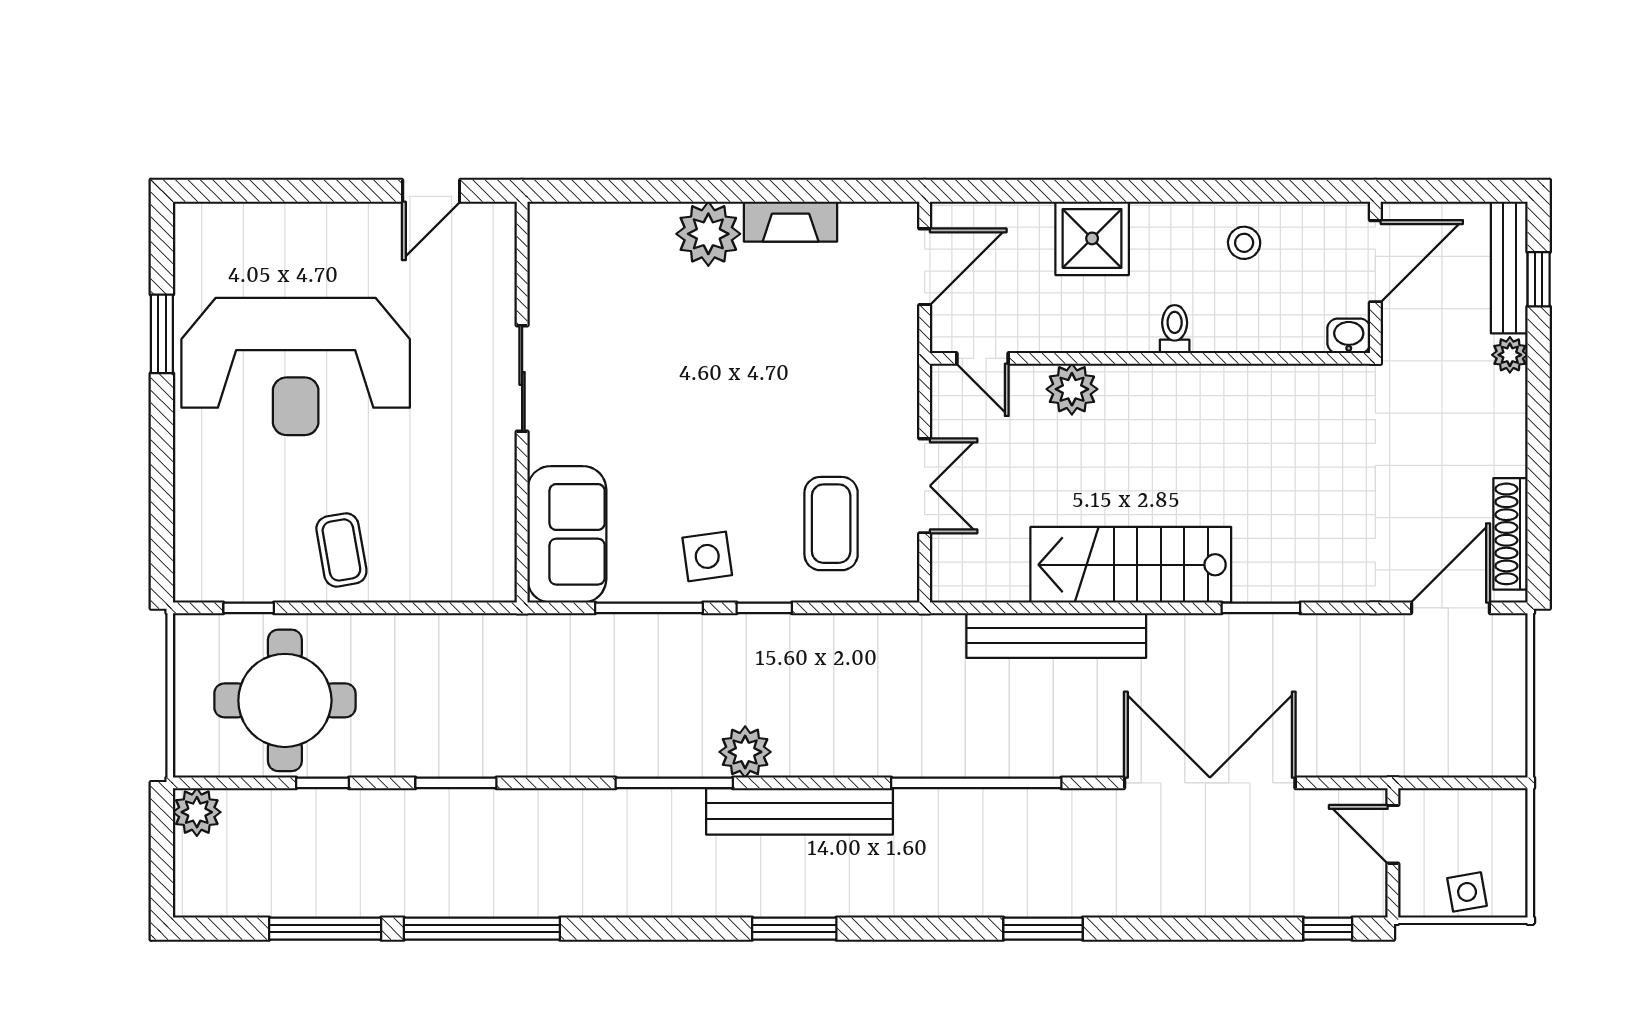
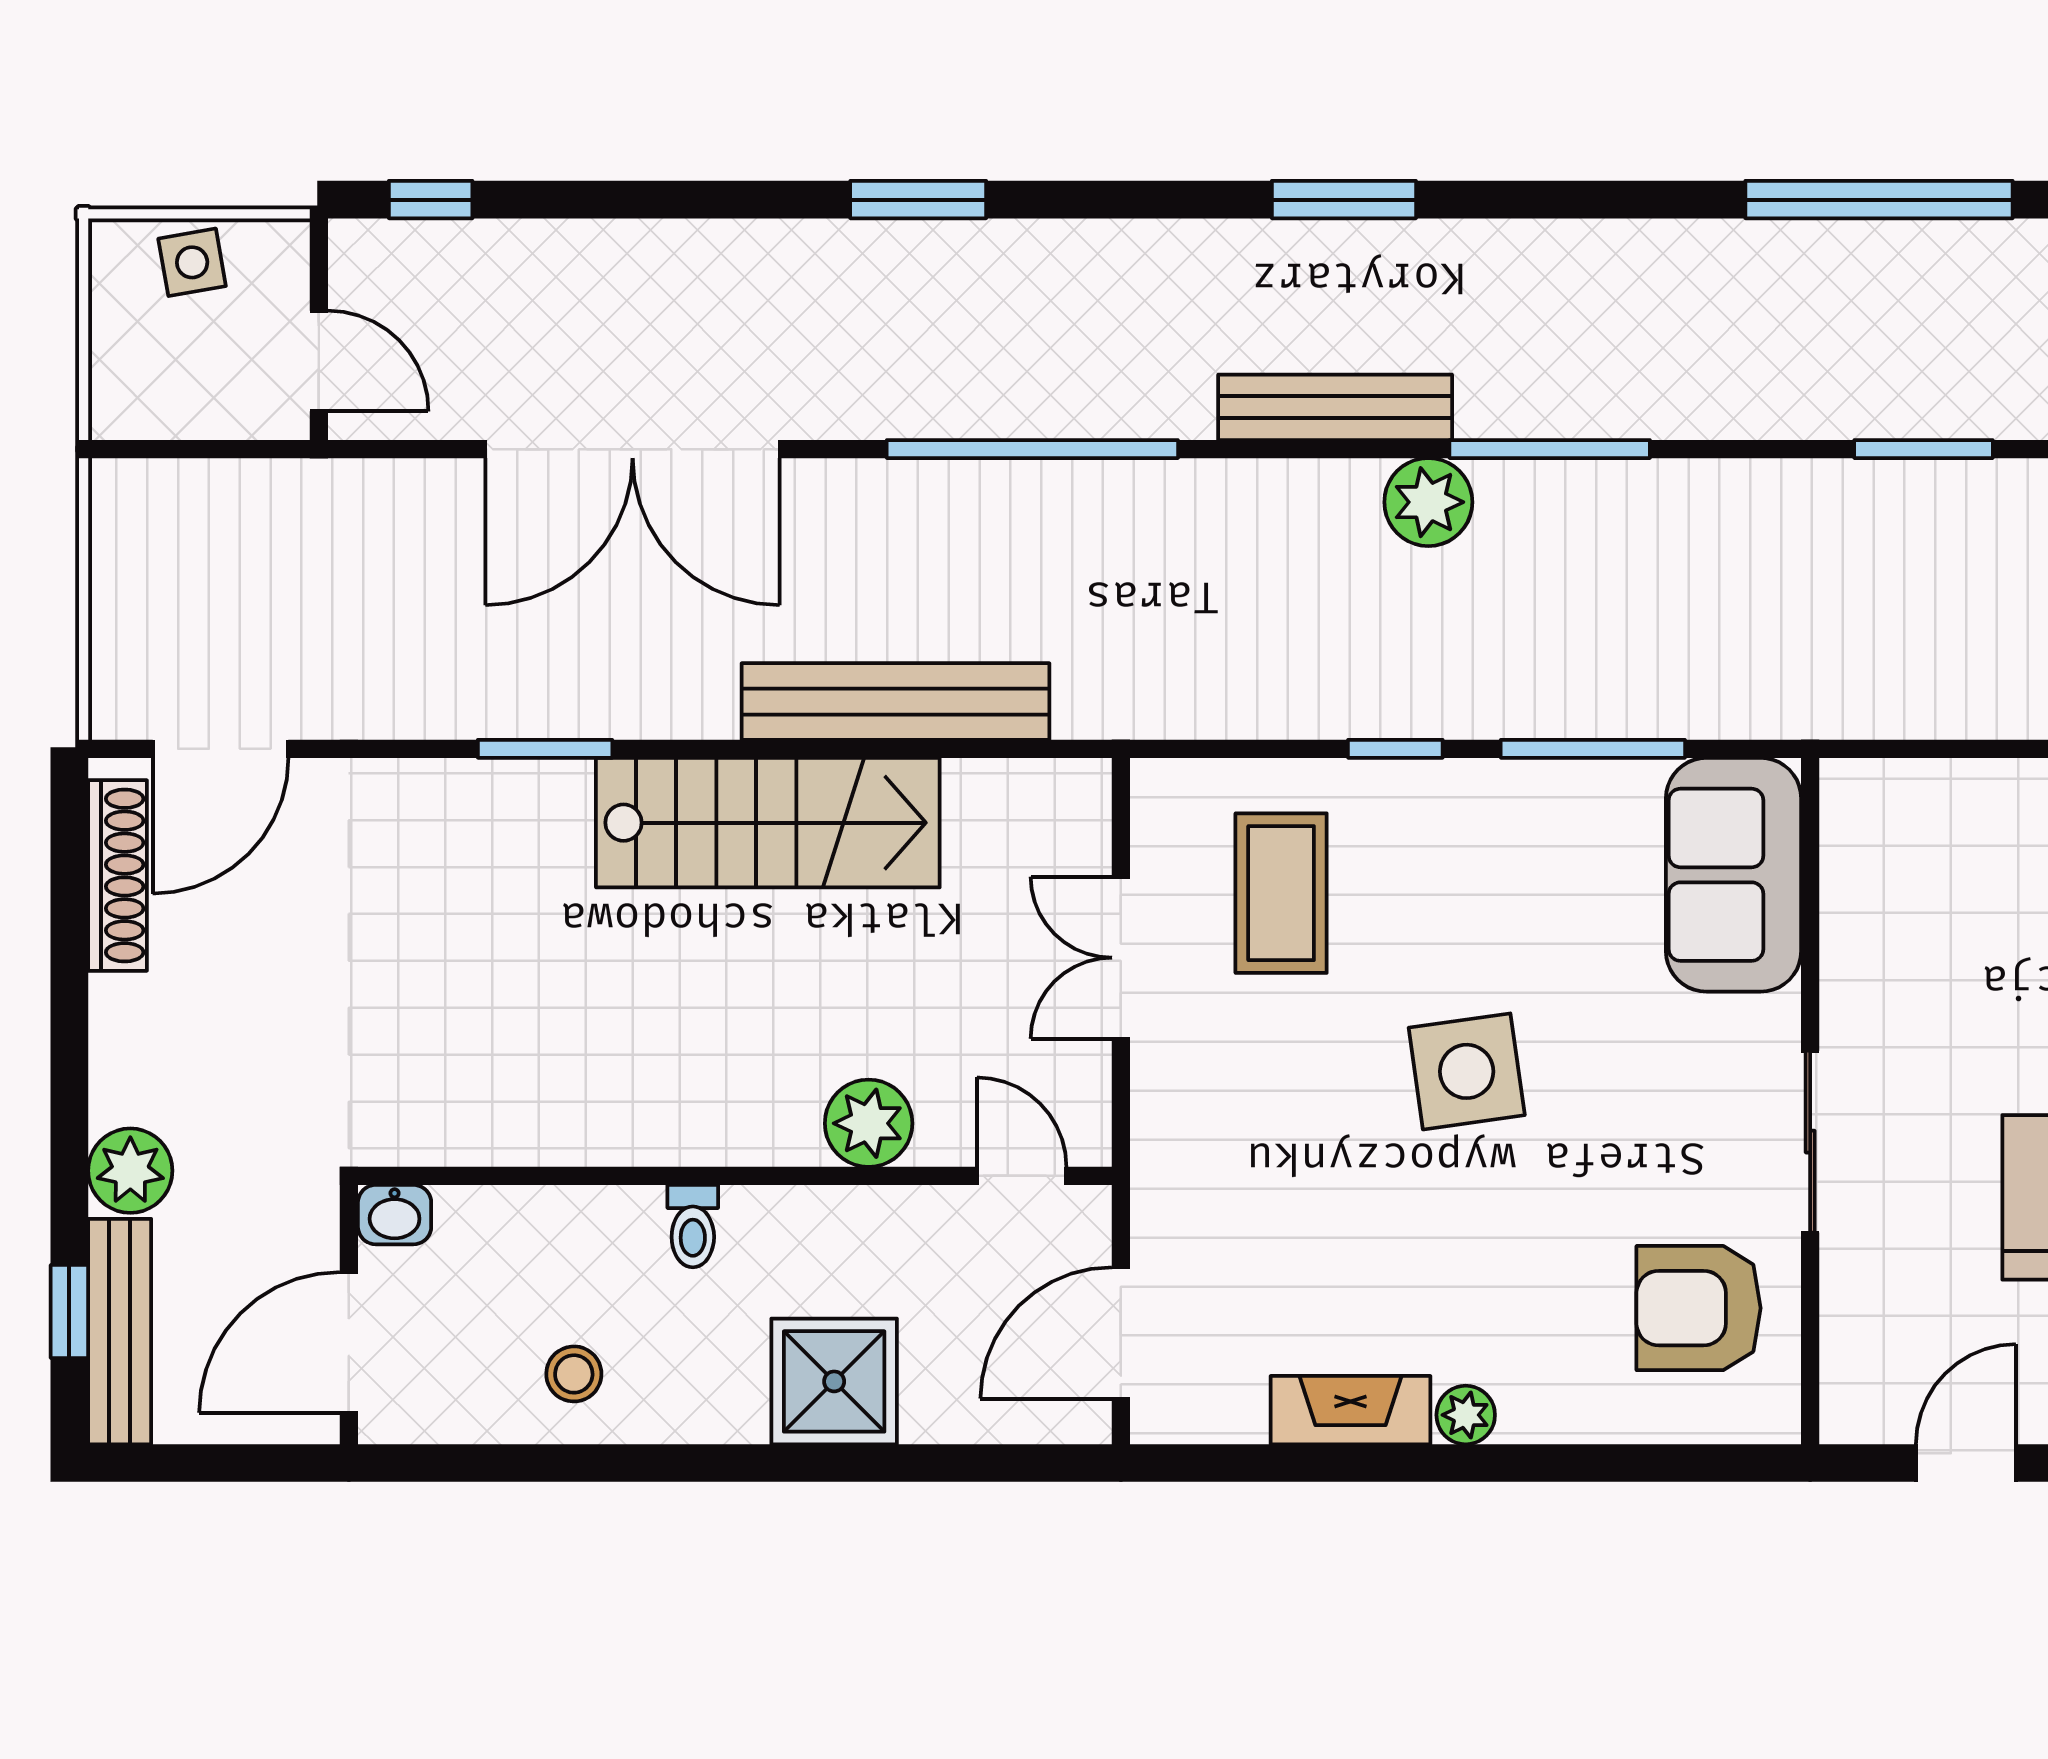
plant: (708, 234) -> (1466, 1415), width x0.53, depth x0.53
armchair: (587, 281) -> (1699, 1308), added
plant: (1510, 355) -> (130, 1171), width x1.38, depth x1.38
side table: (707, 556) -> (1467, 1071), moved, width x1.37, depth x1.37
bench: (799, 811) -> (1335, 407), width x0.73, depth x0.82

